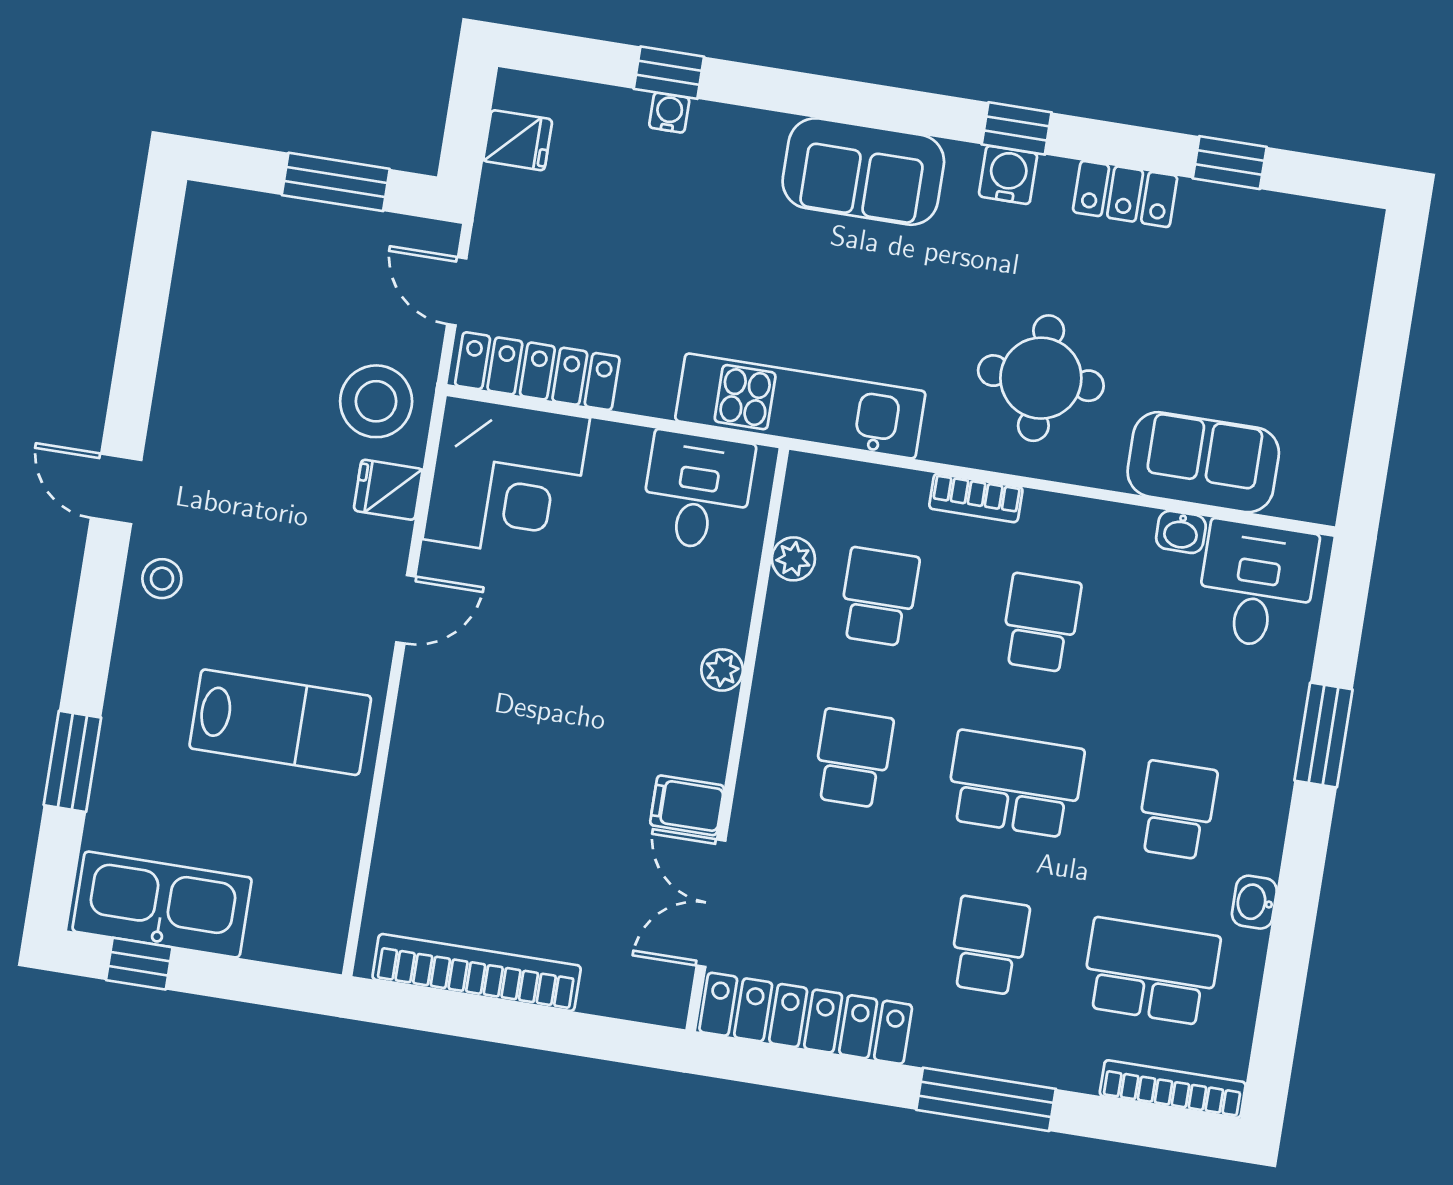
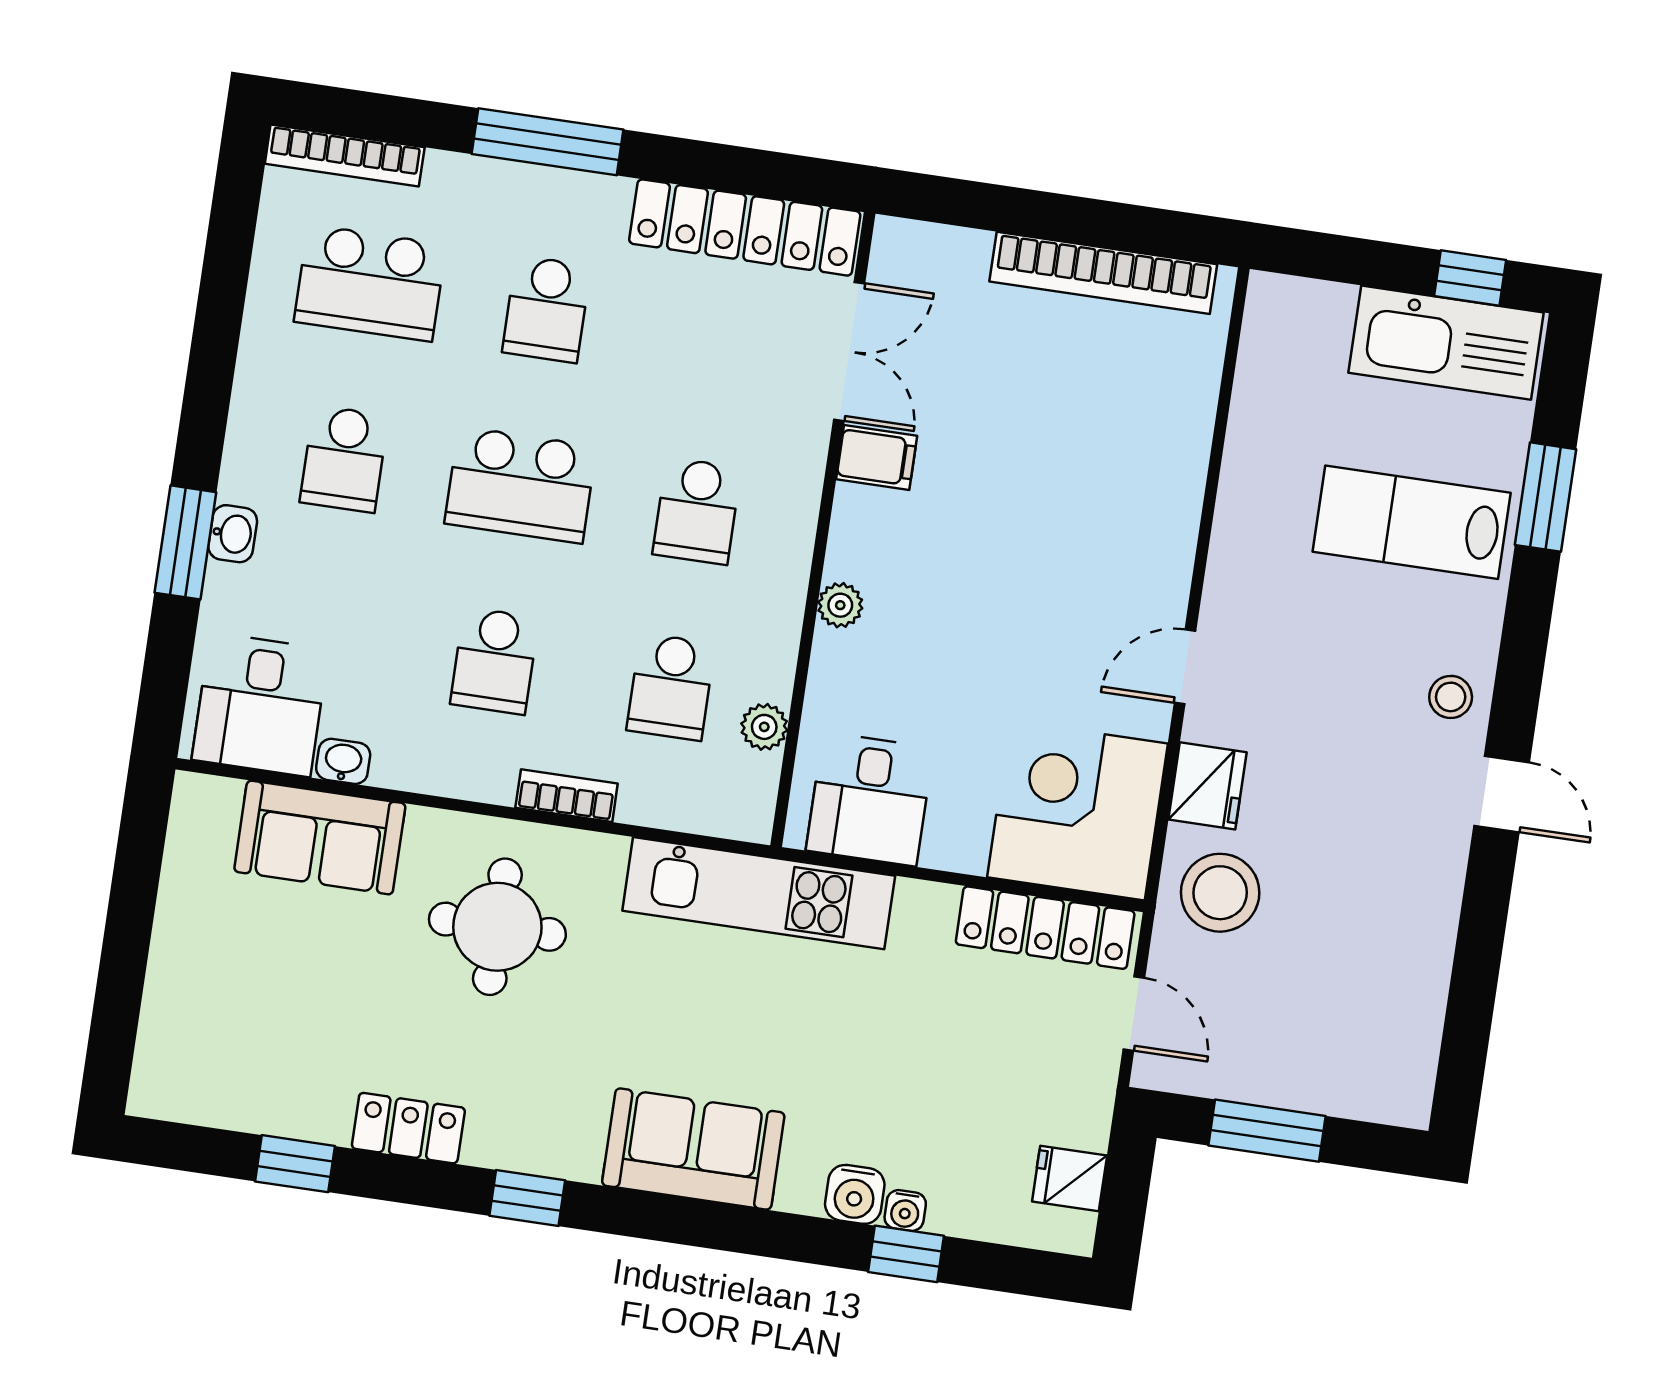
water cooler: (1008, 175) -> (855, 1194), moved
fridge: (388, 490) -> (1207, 786), width x1.38
lab bench: (280, 722) -> (1412, 522), moved
washbasin: (1254, 902) -> (233, 534), moved

